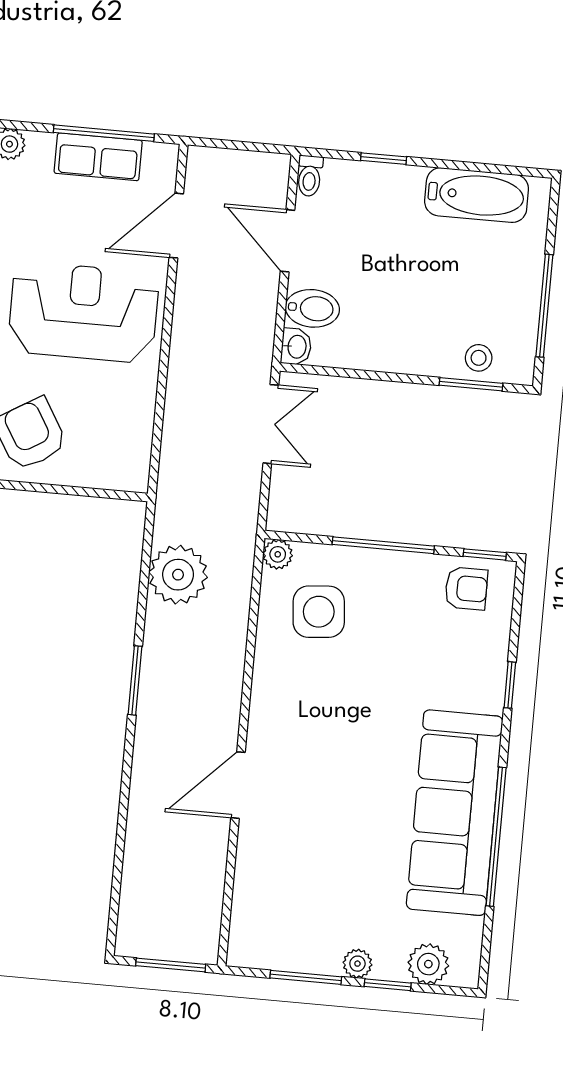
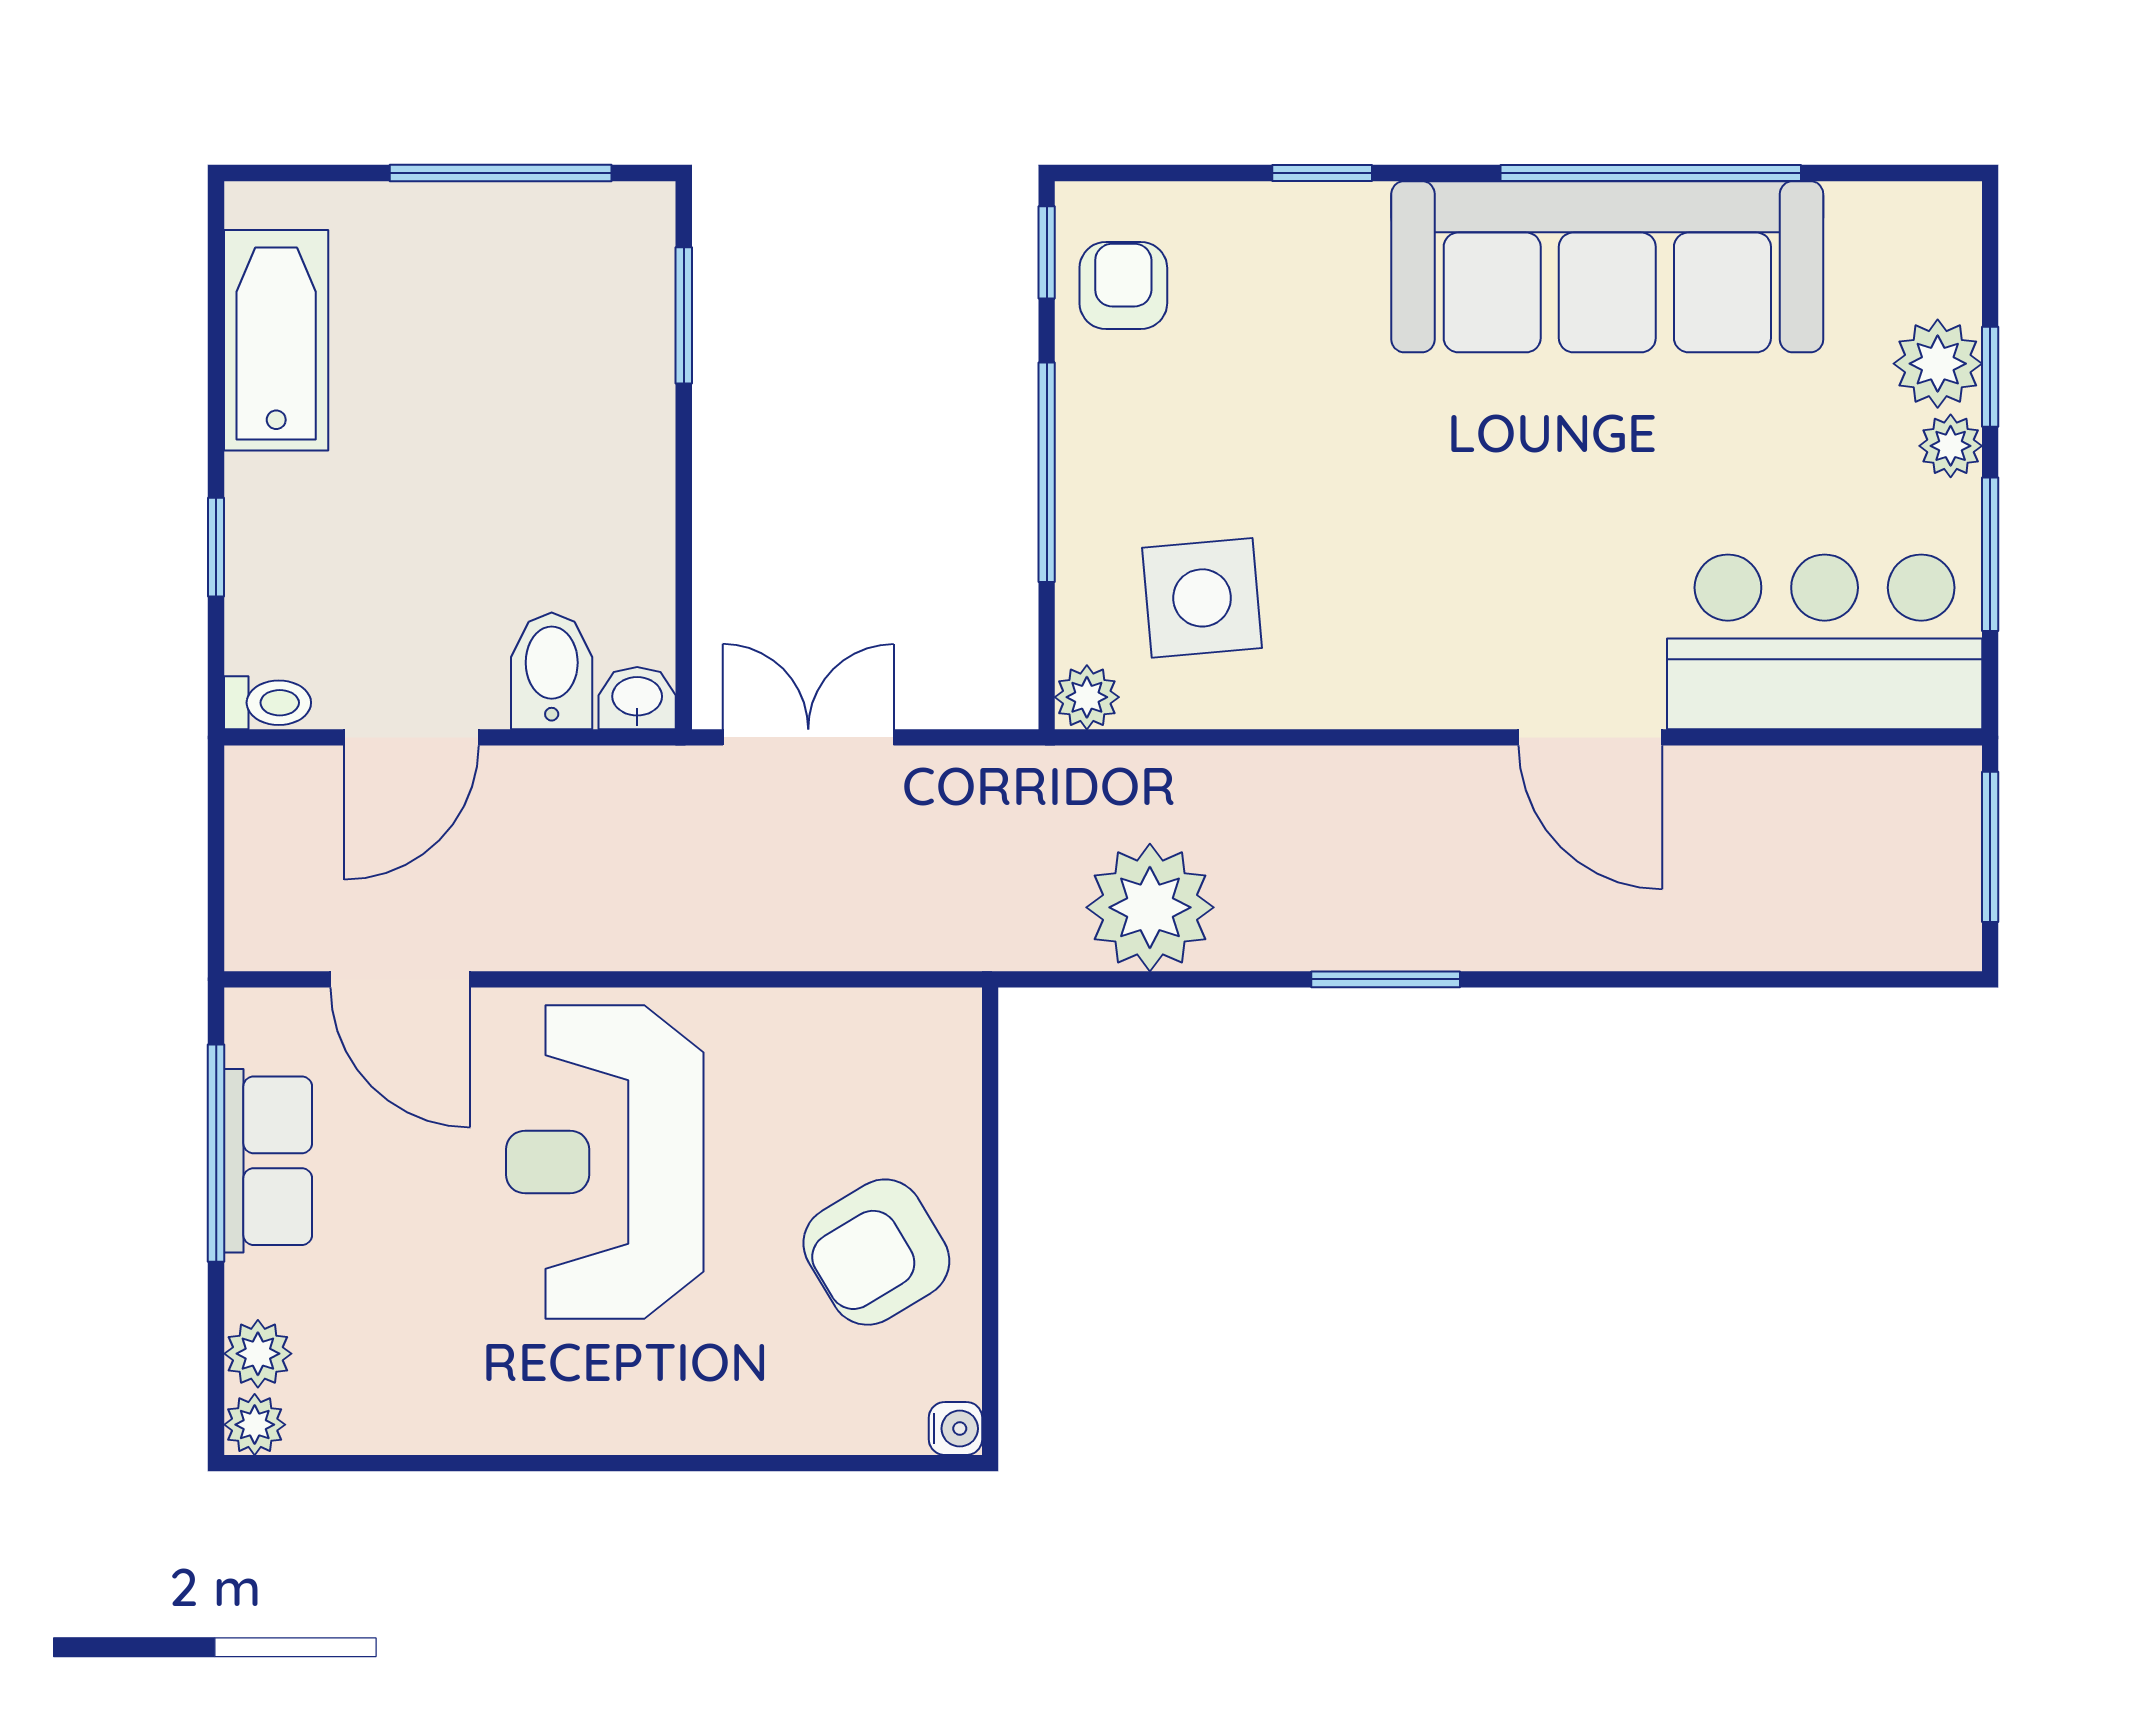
stool: (479, 358) -> (626, 304), removed
bar counter: (272, 897) -> (1825, 642), added
plant: (428, 964) -> (1938, 364), moved

